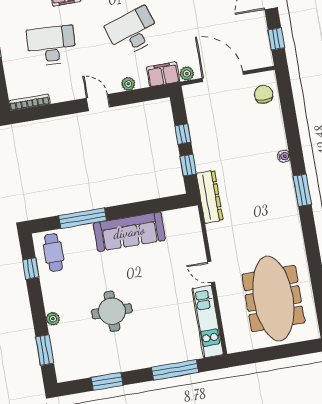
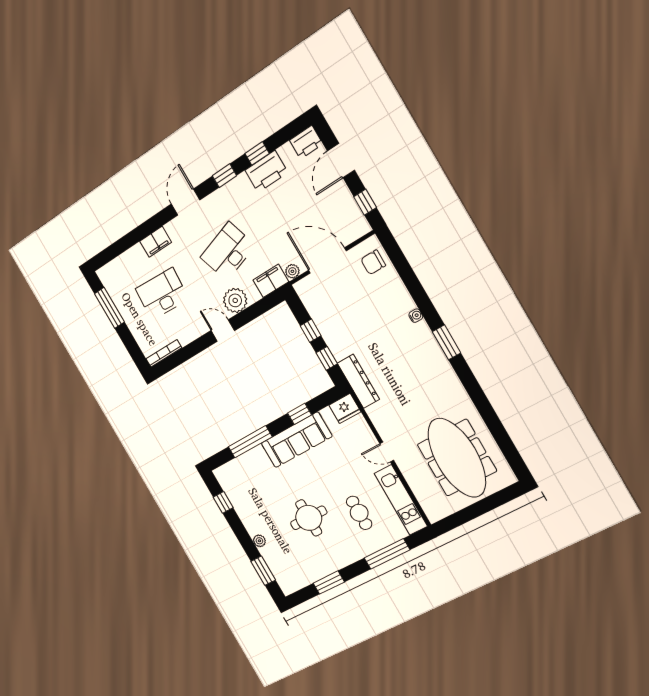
plant: (128, 84) -> (235, 300), width x1.87, depth x1.87
chair: (264, 94) -> (373, 262), turned -90
window: (142, 208) -> (299, 414), added
fridge: (187, 218) -> (345, 409), added
cafe table: (54, 252) -> (359, 513), moved

